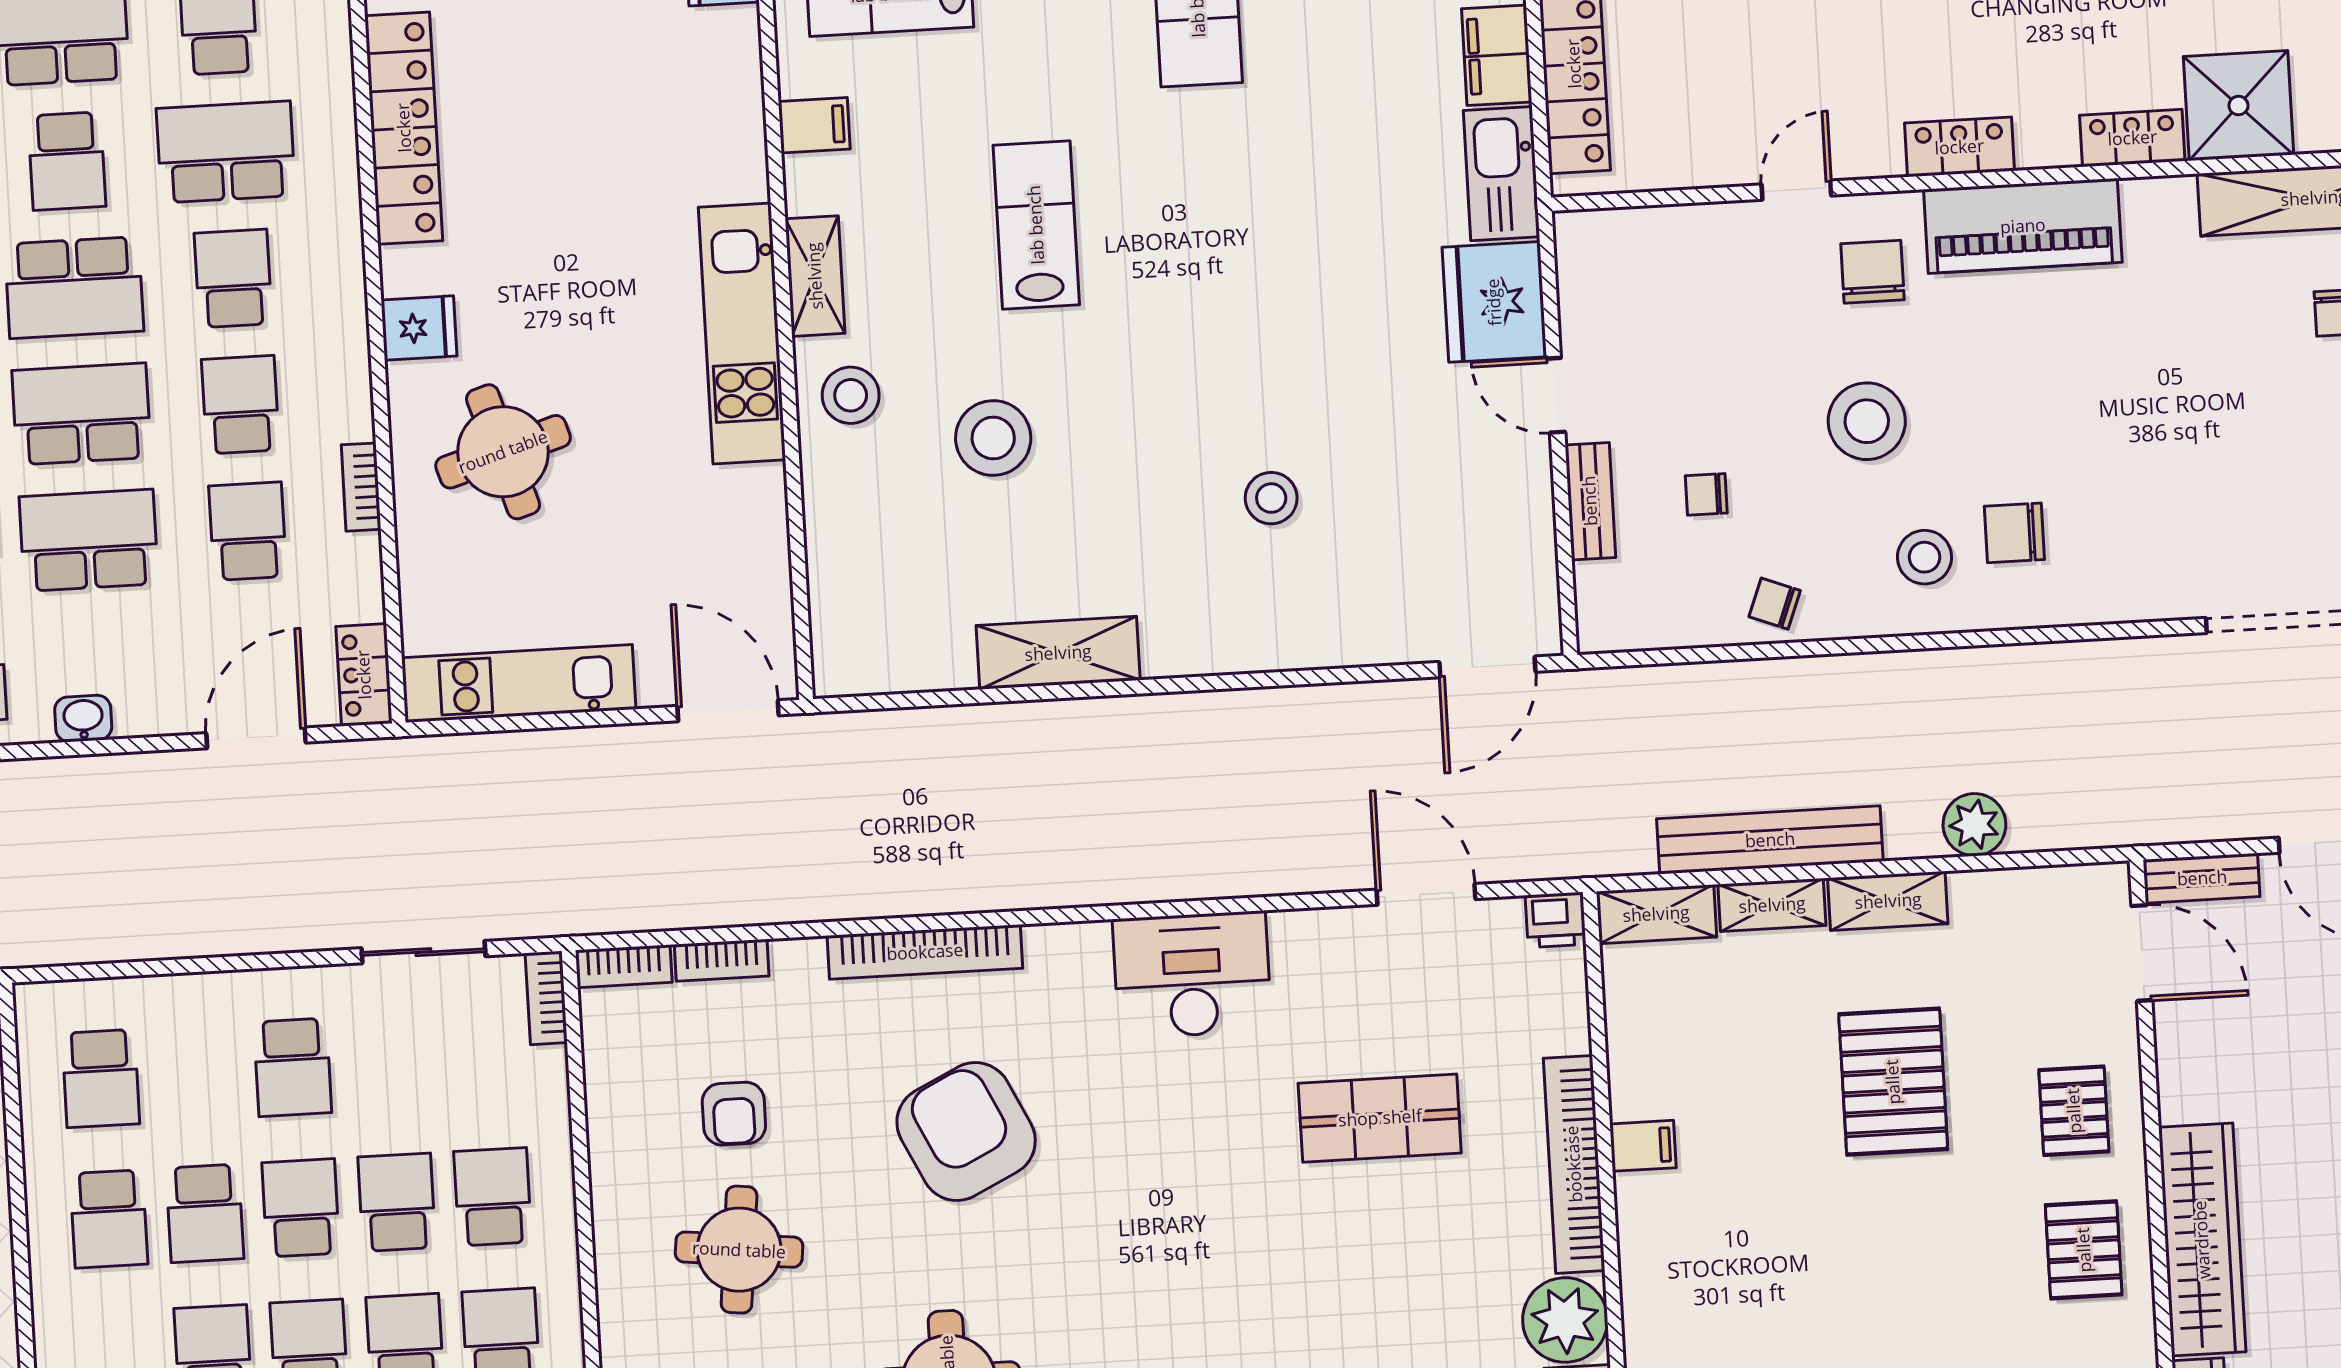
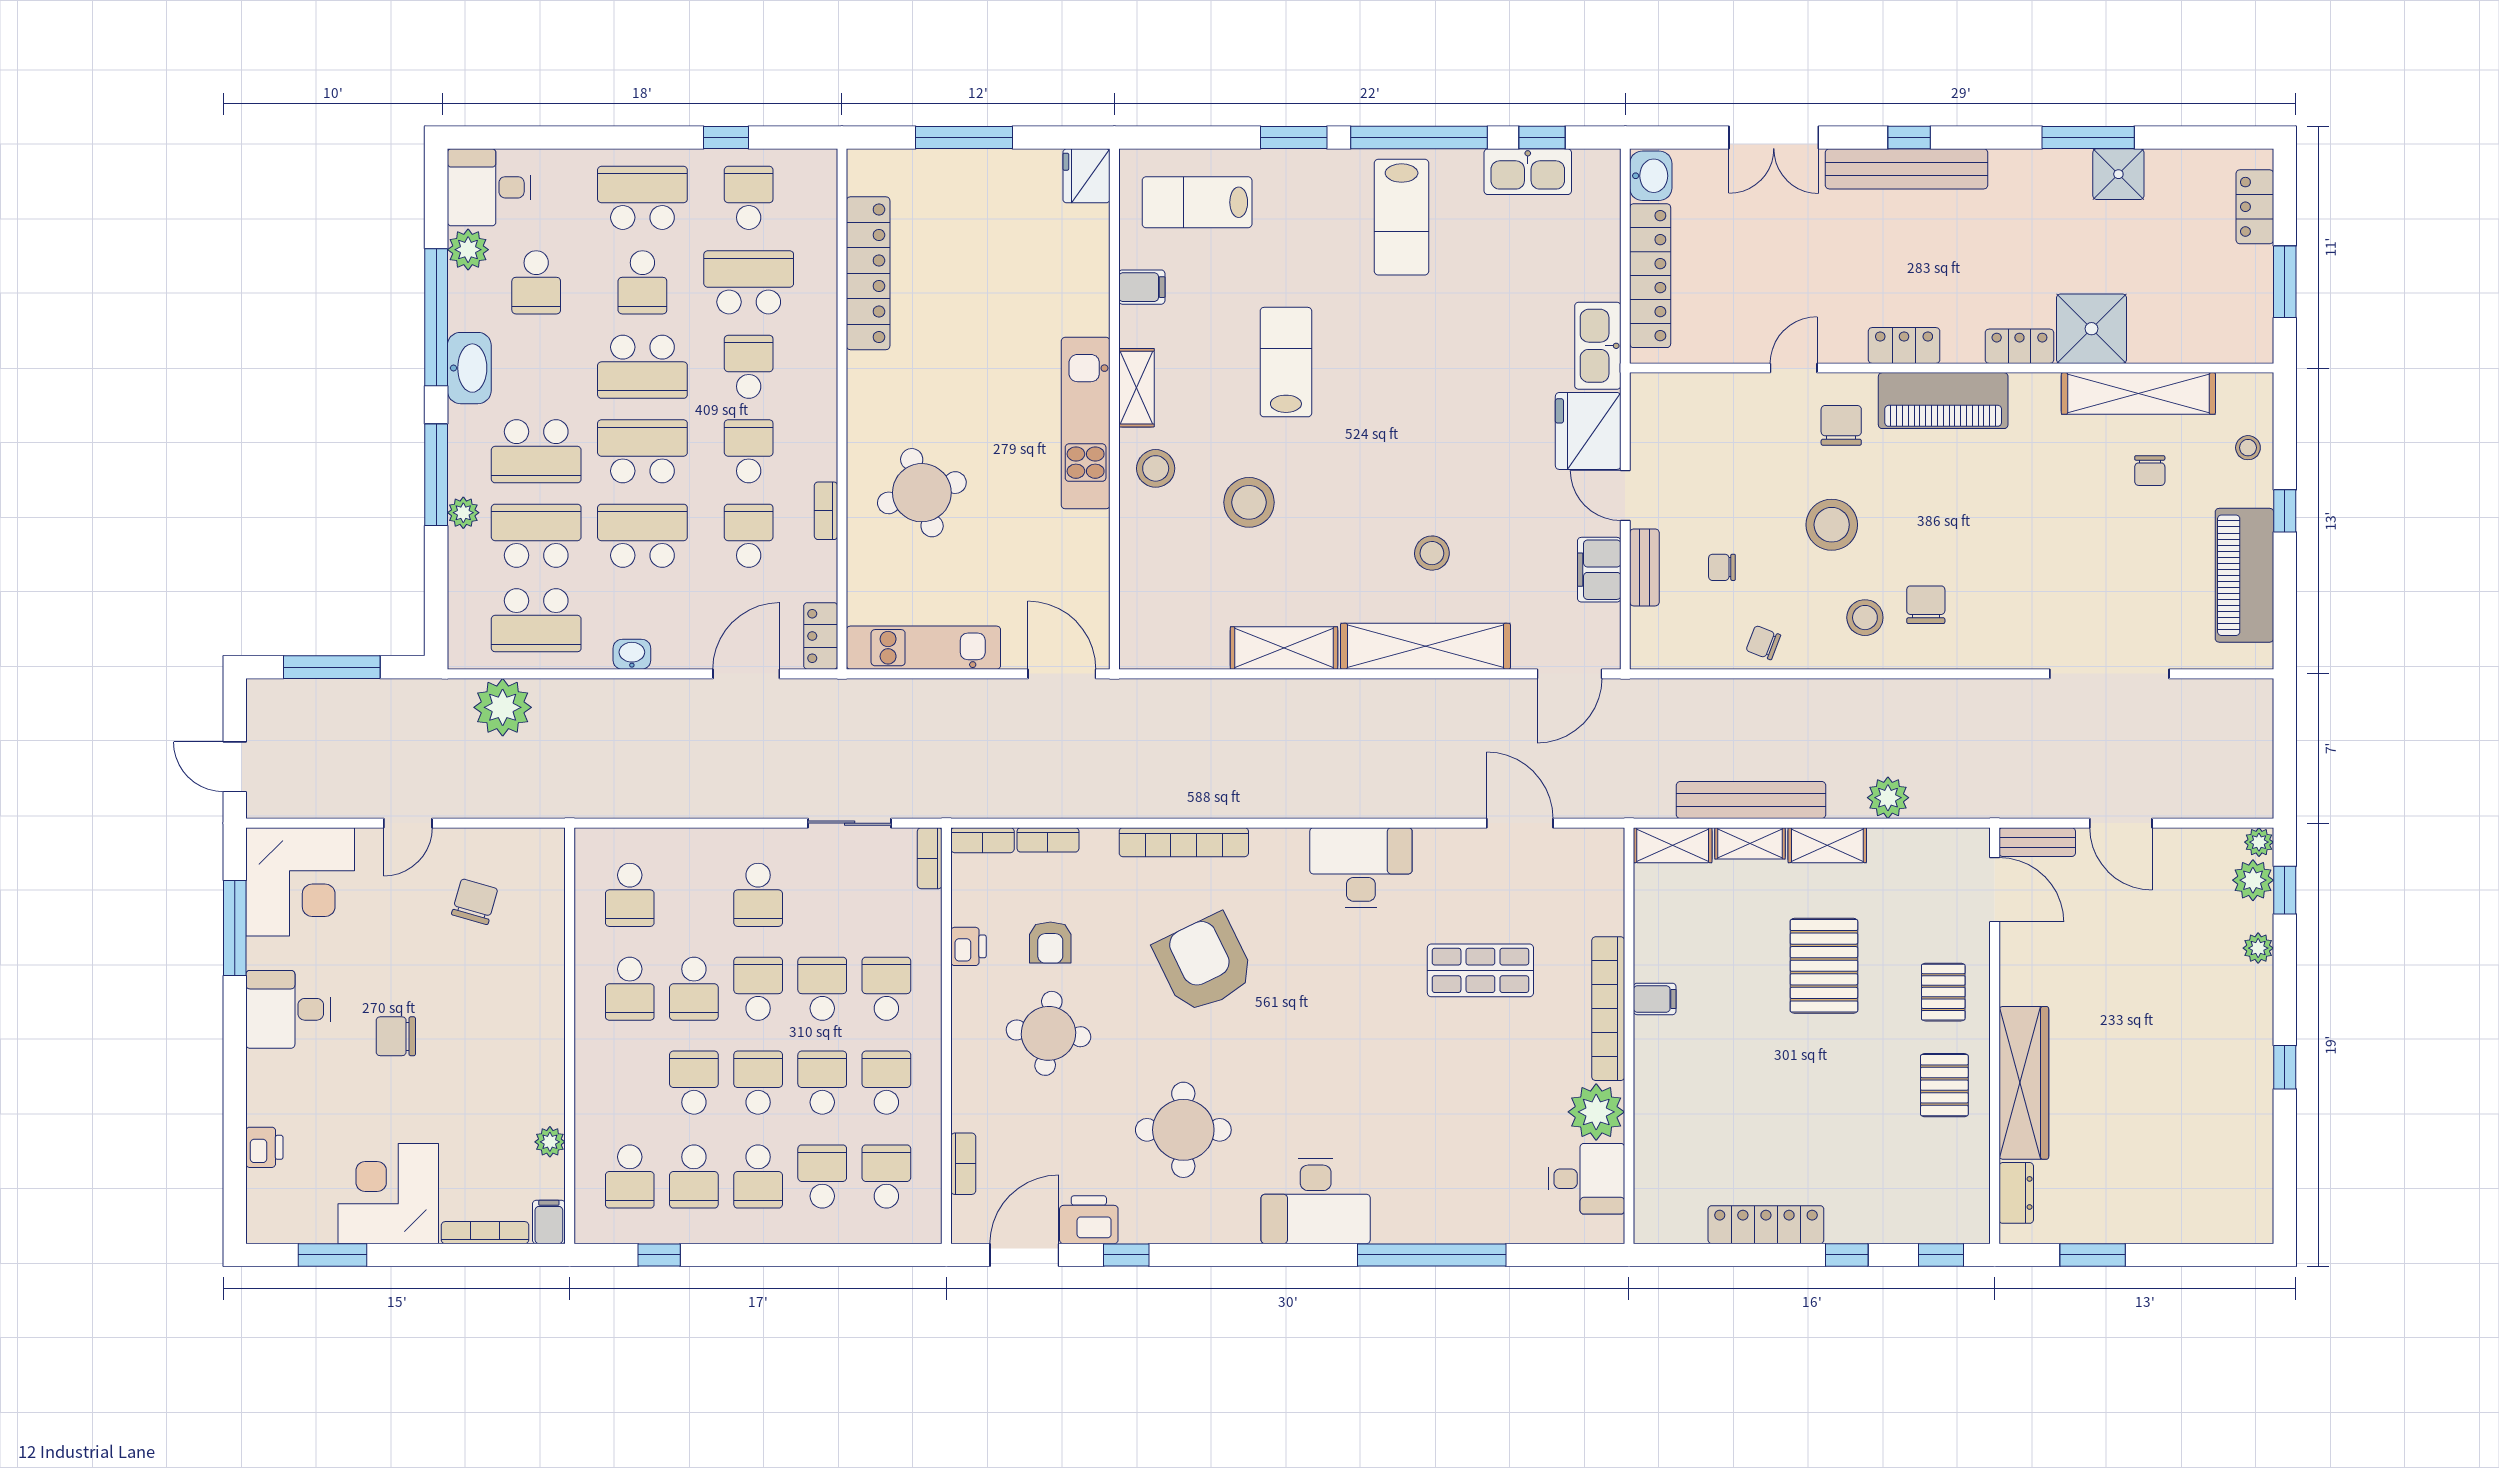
filing cabinet: (1497, 55) -> (1599, 570), moved
fridge: (419, 328) -> (871, 407), removed
chair: (2014, 533) -> (1926, 605), turned 90
shelving: (1270, 638) -> (1425, 646), added
printer: (1556, 920) -> (968, 946), moved, turned -90

